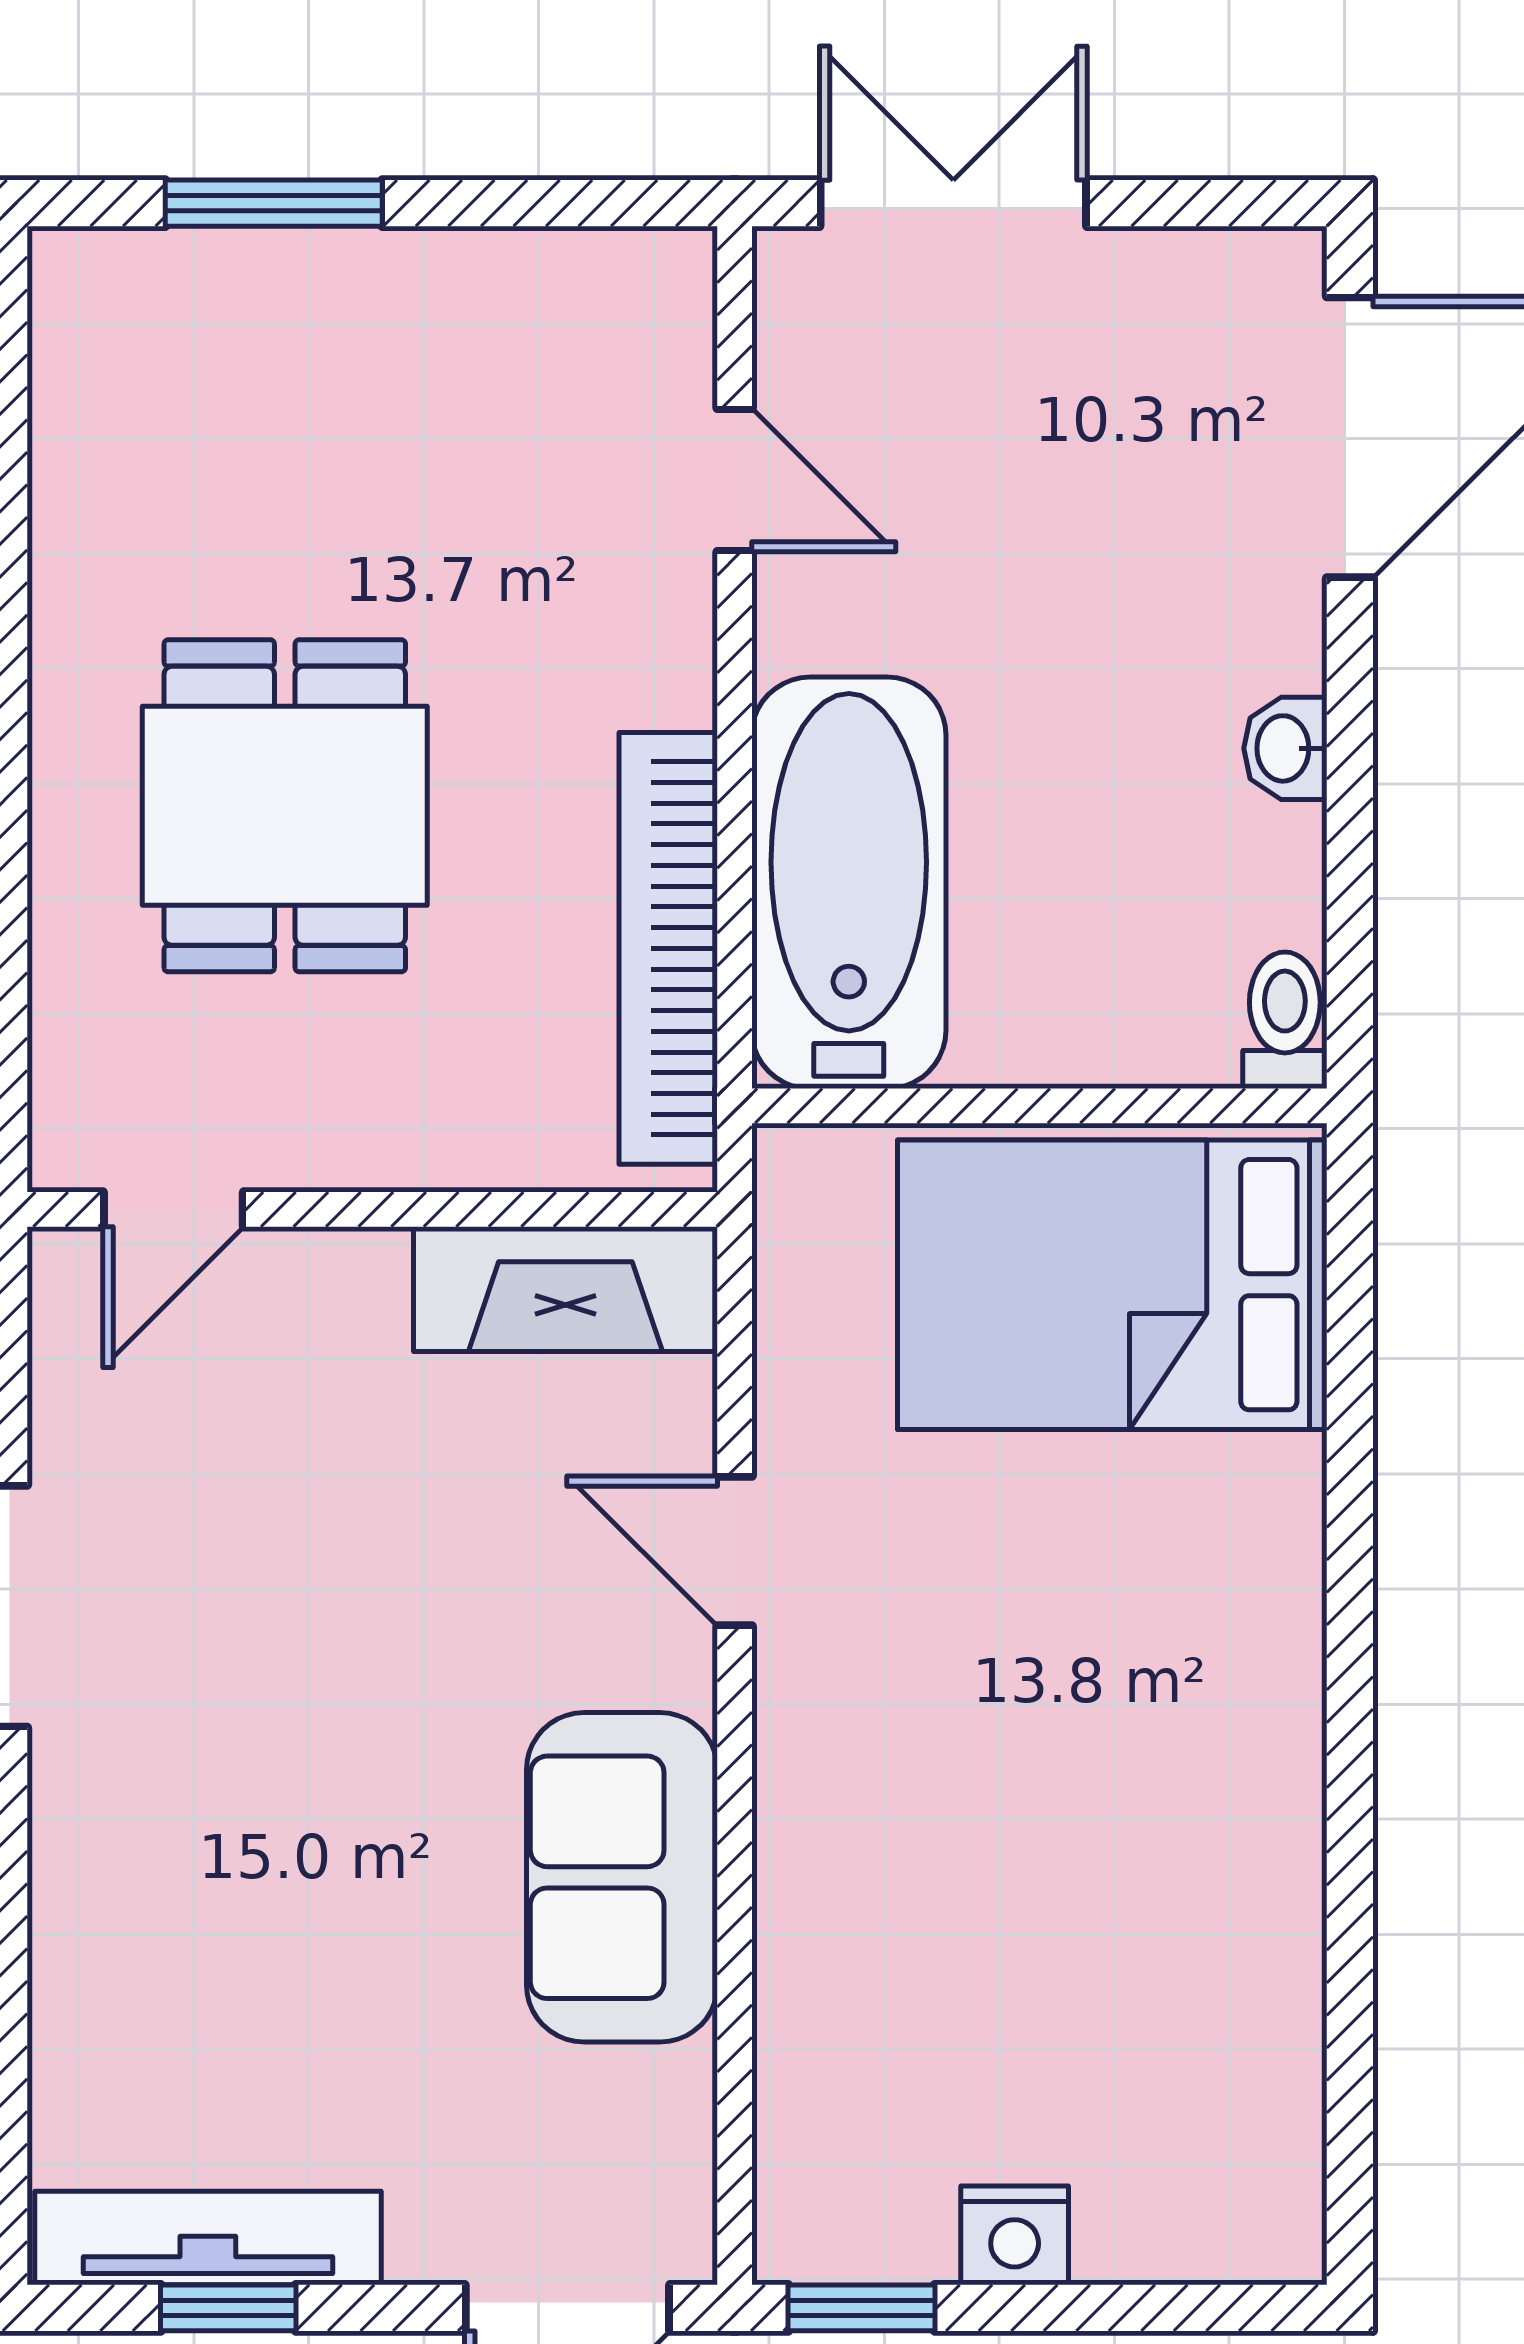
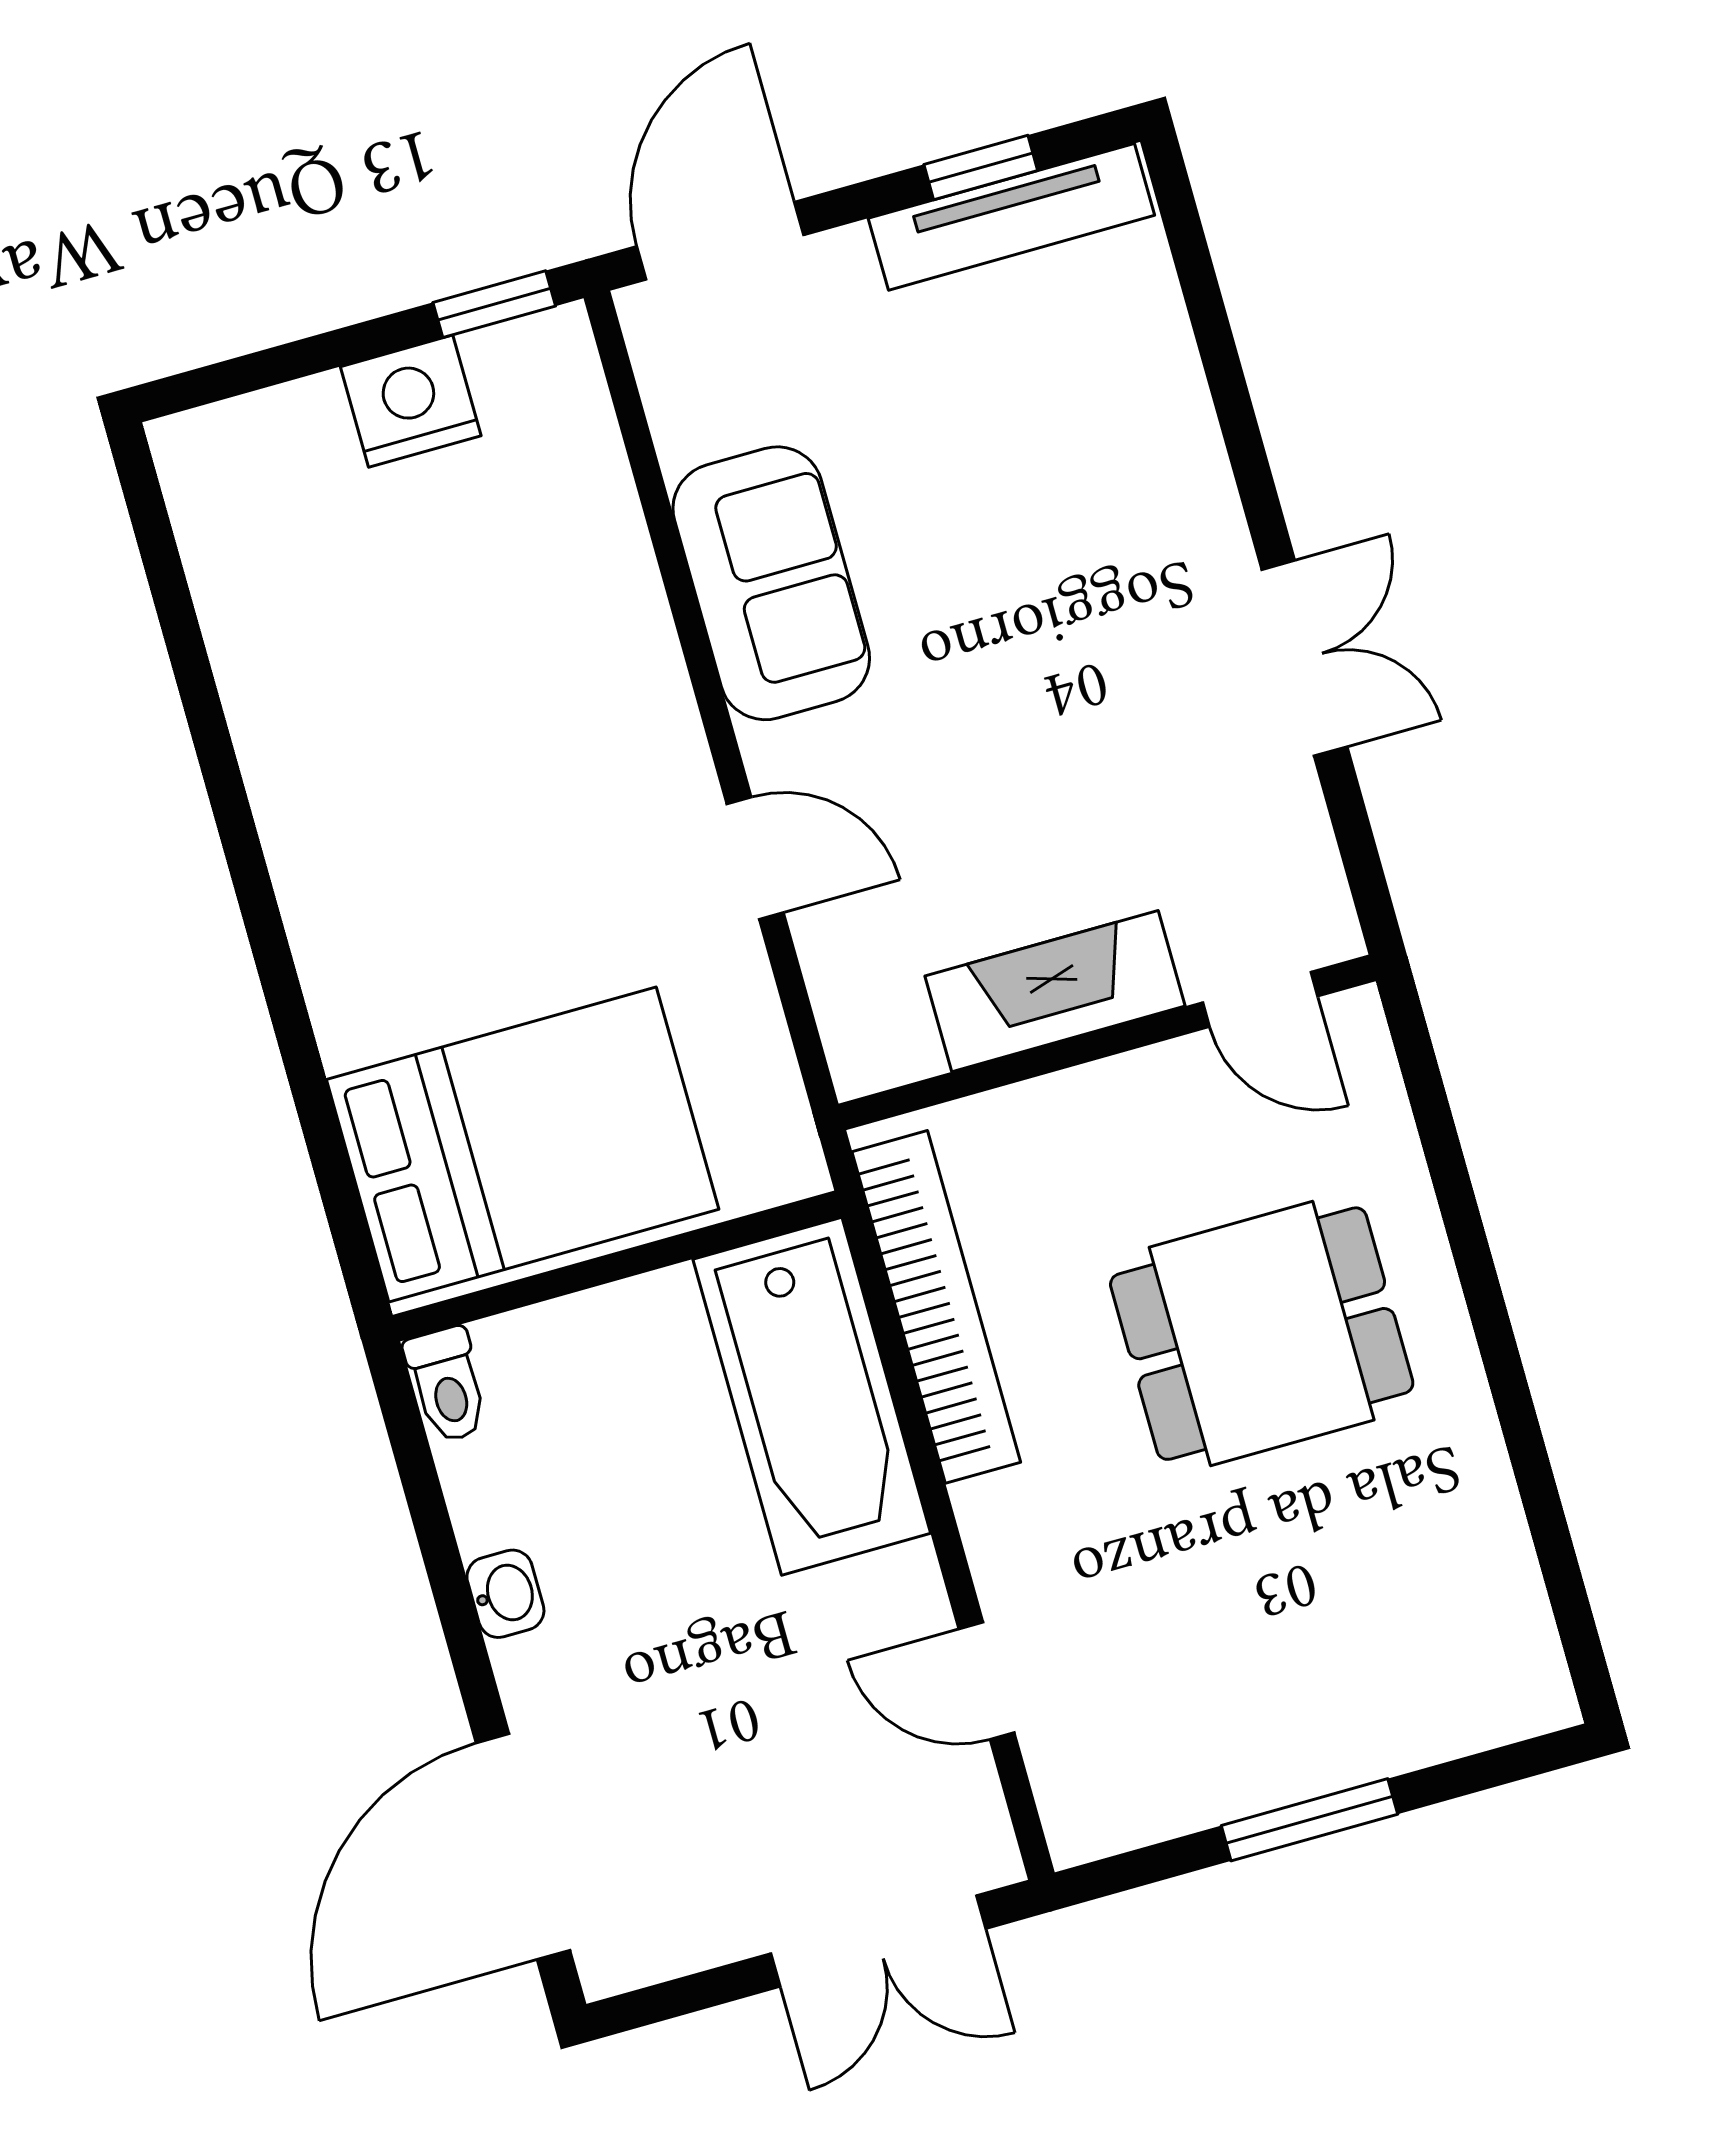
window: (274, 203) -> (1309, 1820), moved
dining table: (285, 806) -> (1262, 1334), turned 90
door: (173, 1209) -> (1260, 999), swing flipped
fireplace: (565, 1289) -> (1055, 991), moved
nightstand: (1015, 2235) -> (411, 401), width x1.36, depth x1.33

